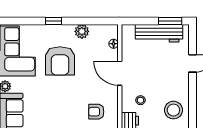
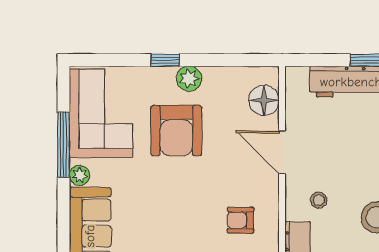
plant: (82, 31) -> (189, 79), moved
floor lamp: (114, 44) -> (264, 100), width x1.89, depth x1.89

